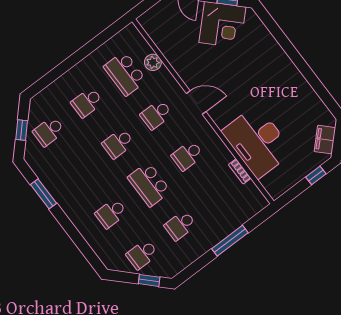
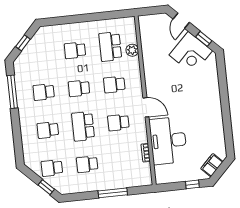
door: (196, 103) -> (146, 107), moved
school desk: (49, 131) -> (44, 92), moved
window: (43, 194) -> (12, 92), width x1.44

